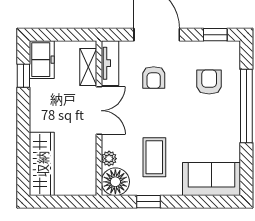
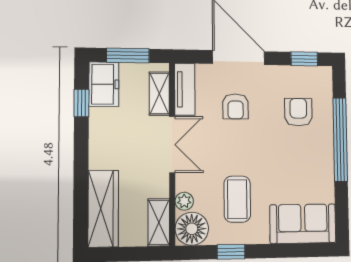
window: (62, 35) -> (128, 55), added
shelving: (88, 176) -> (159, 222), added

